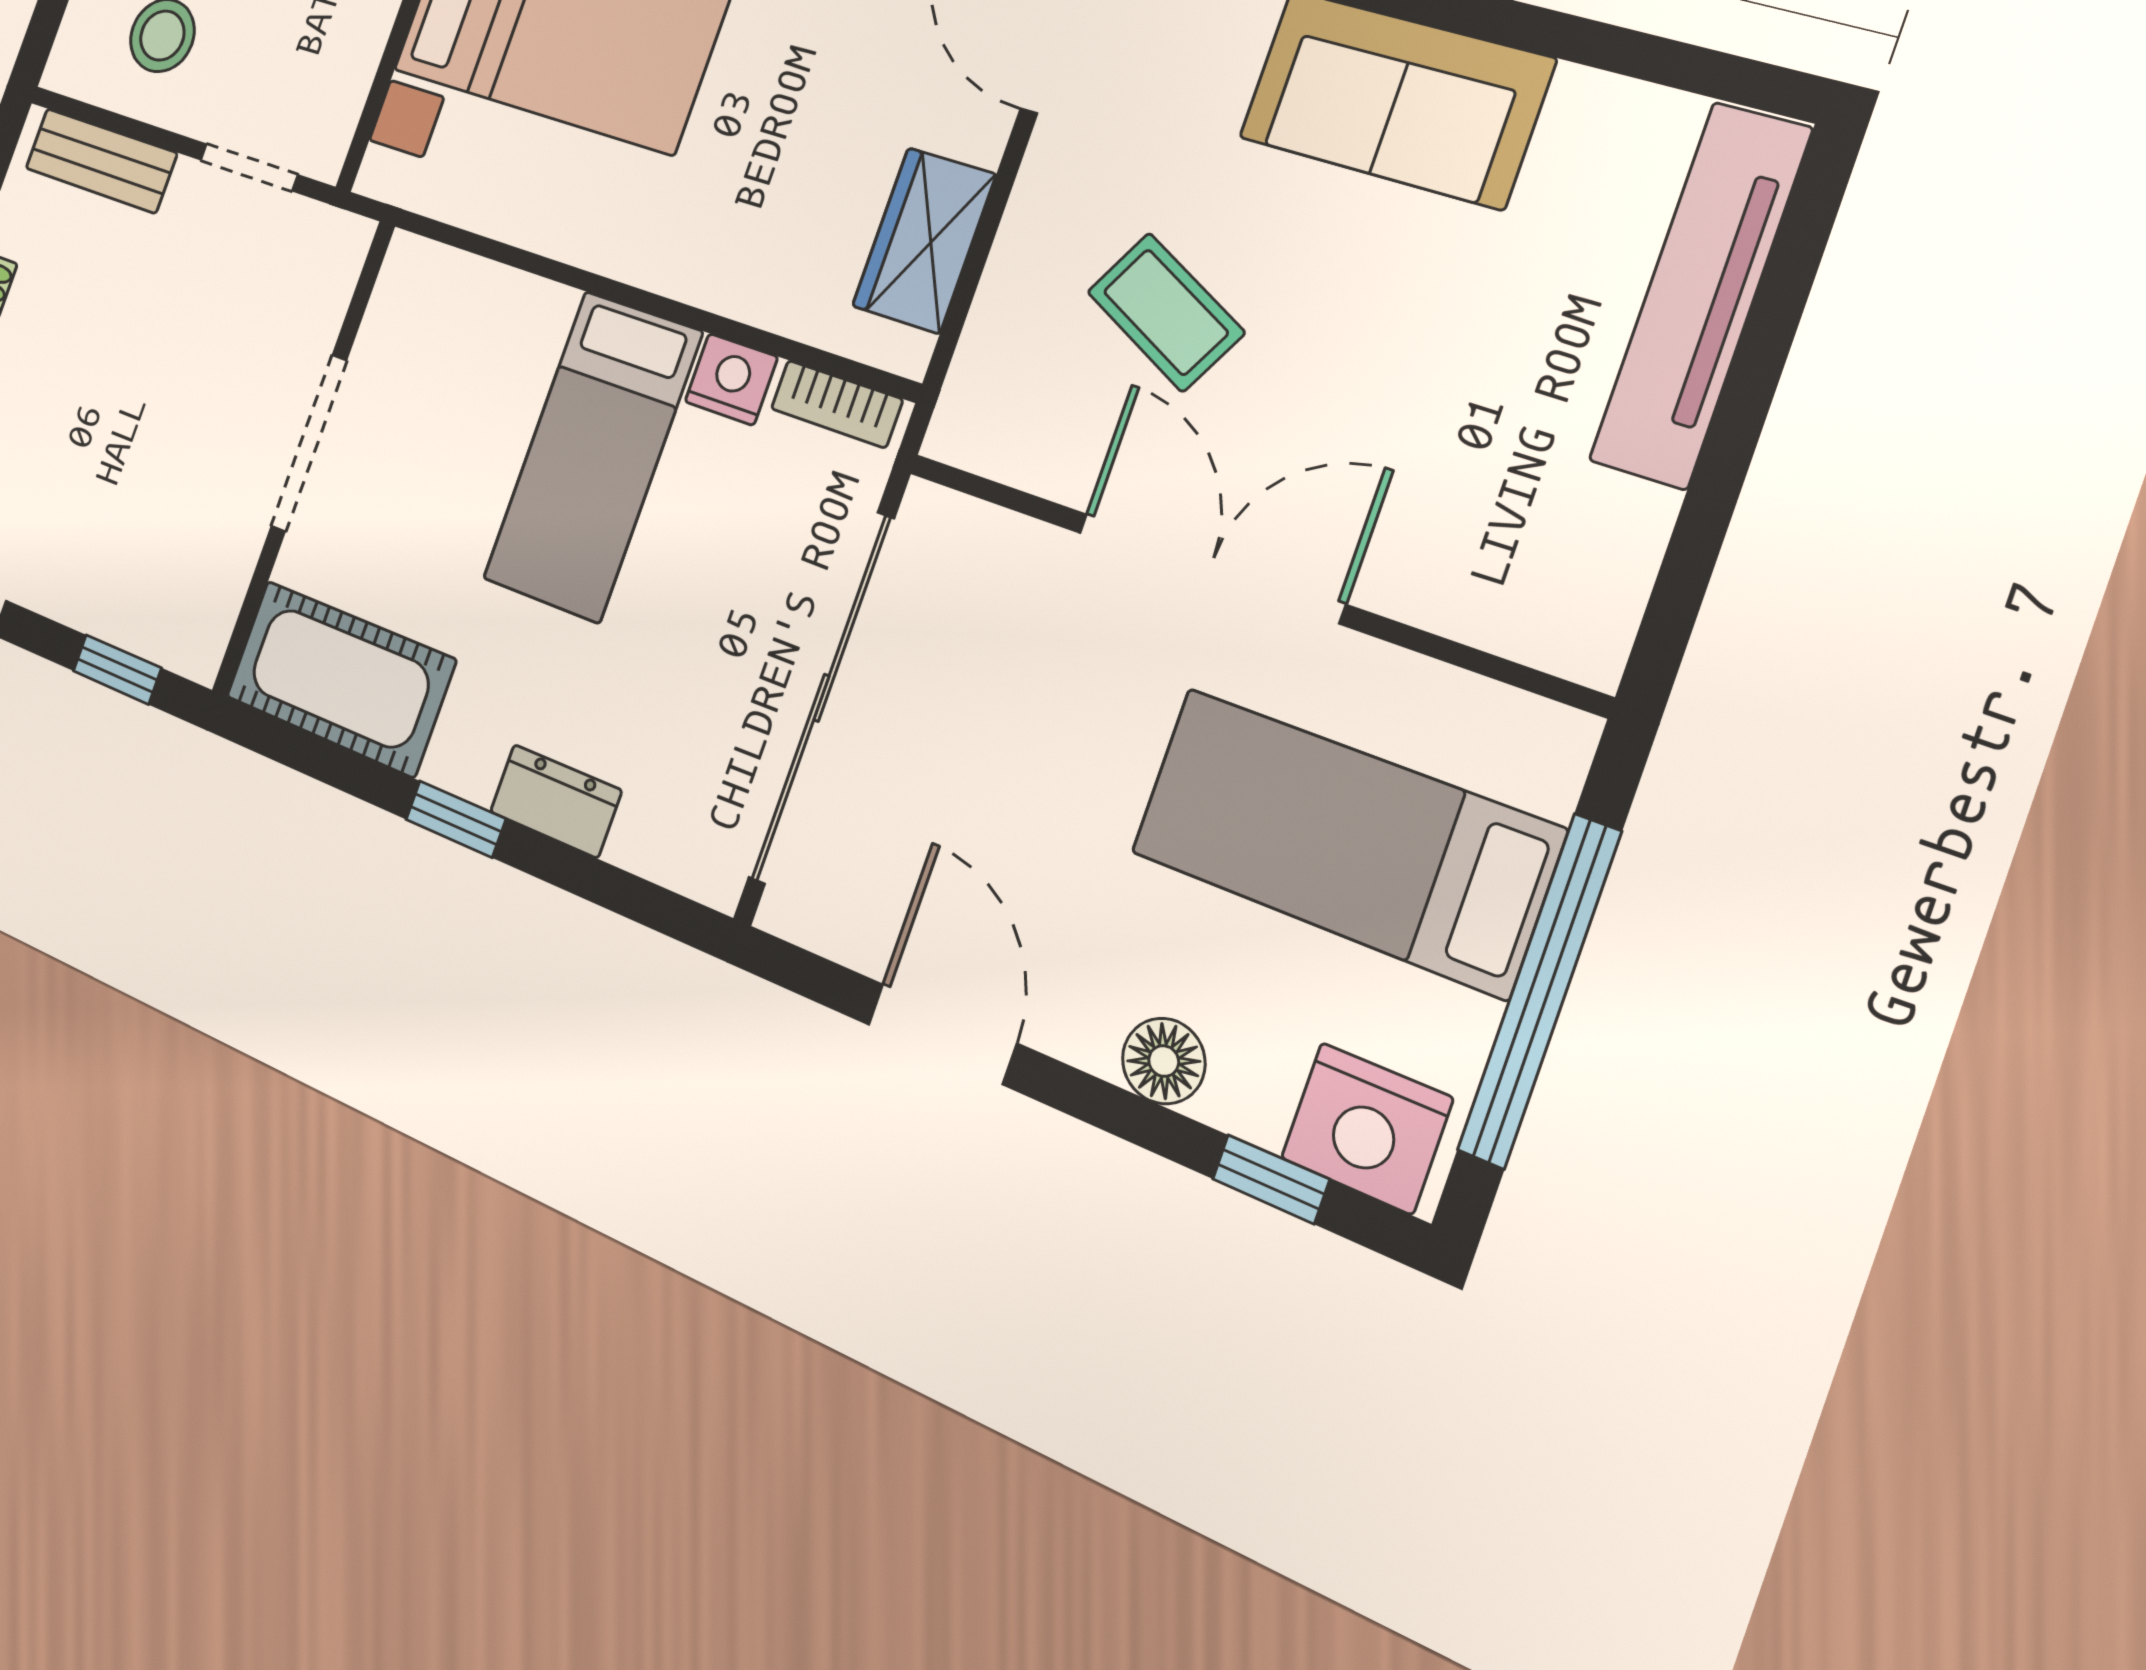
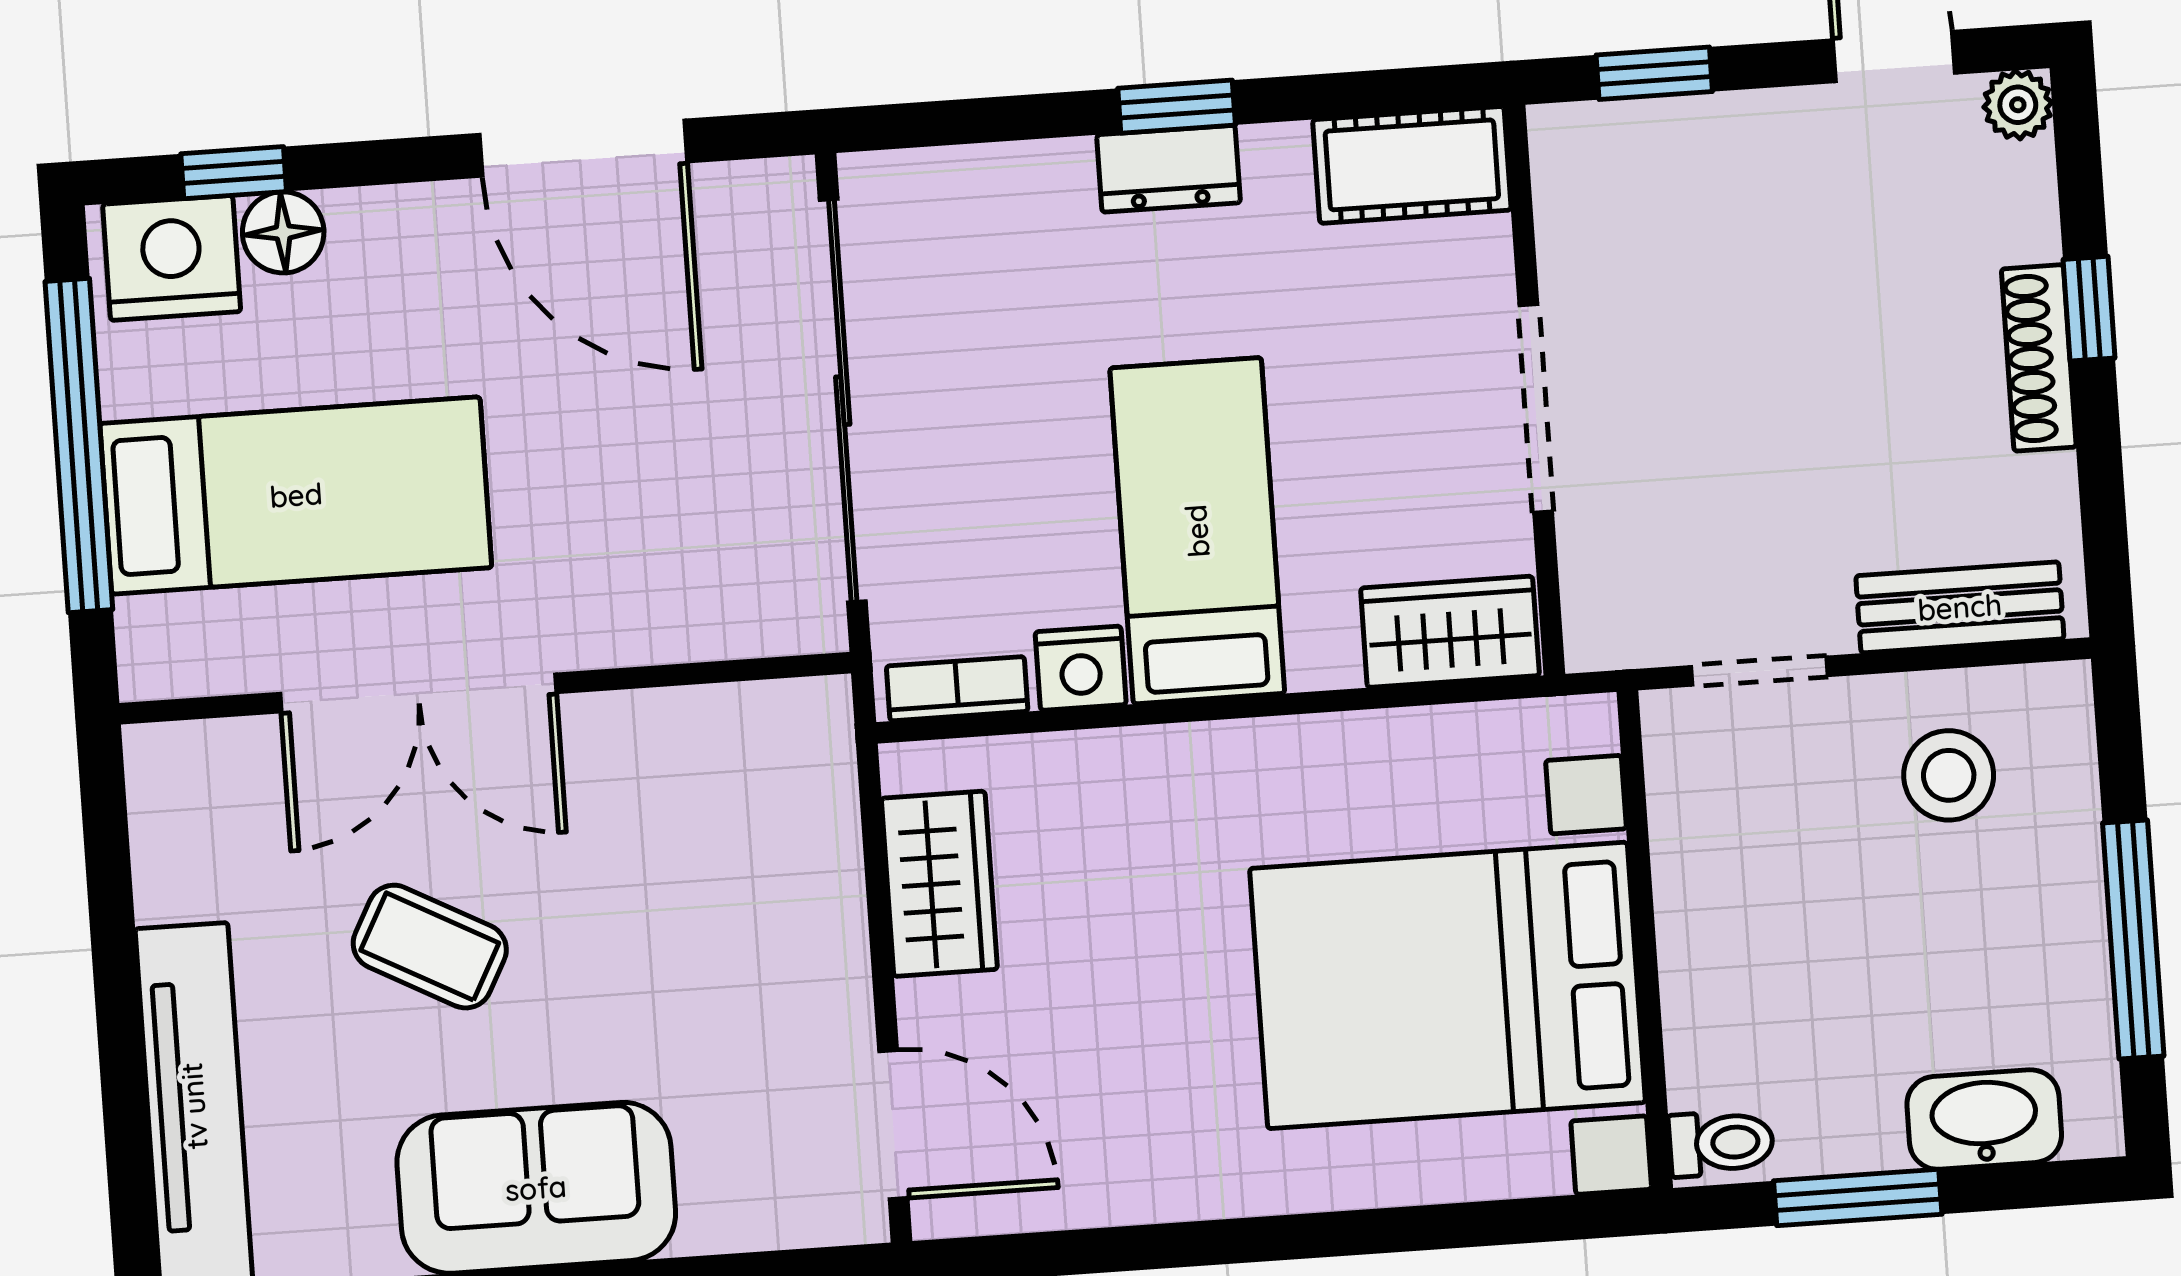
wardrobe: (445, 290) -> (1450, 632), added
coffee table: (1166, 312) -> (430, 947), moved
double door: (1210, 568) -> (418, 693), moved
cot: (340, 678) -> (1412, 165), width x0.73, depth x0.75
dresser: (556, 801) -> (1169, 169), moved
door: (942, 1034) -> (583, 148), width x1.36
floor lamp: (1164, 1061) -> (283, 232), moved

